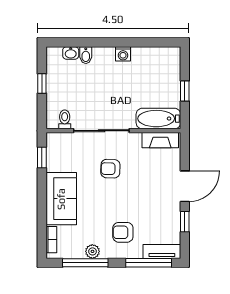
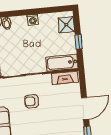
shower: (170, 65) -> (66, 25), added

